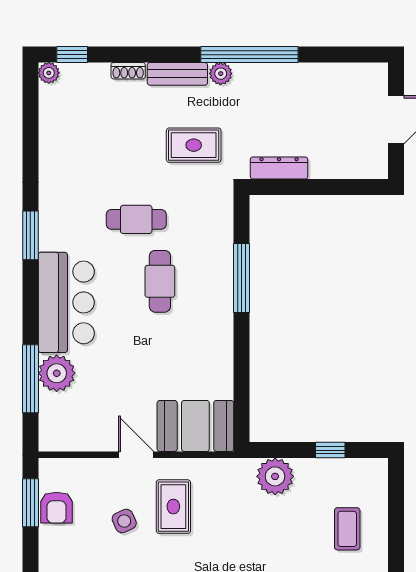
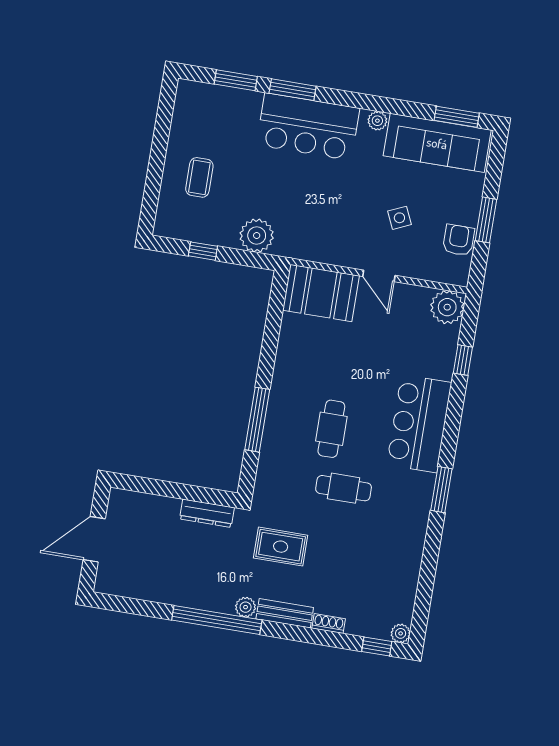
plant: (57, 373) -> (447, 307), moved
window: (30, 379) -> (463, 360), width x0.46
window: (30, 503) -> (486, 220), moved
rug: (173, 507) -> (353, 223), removed

